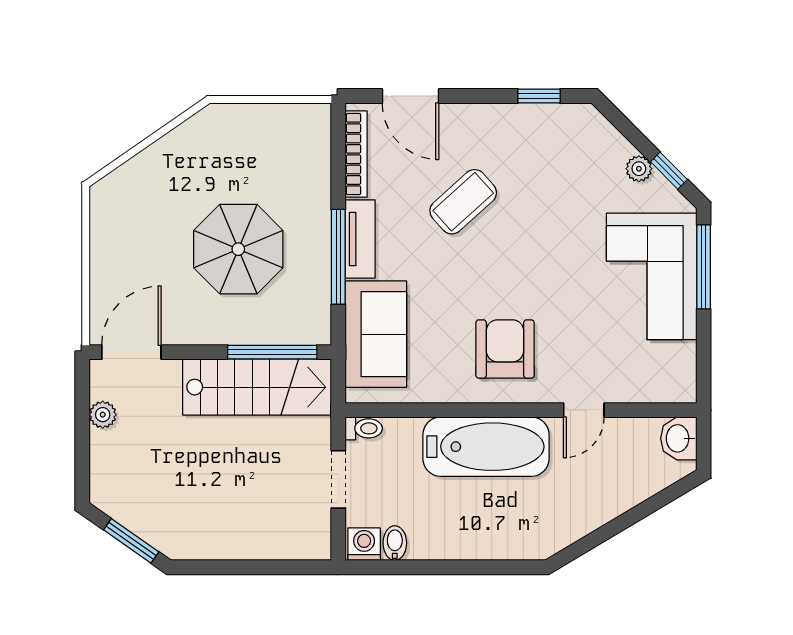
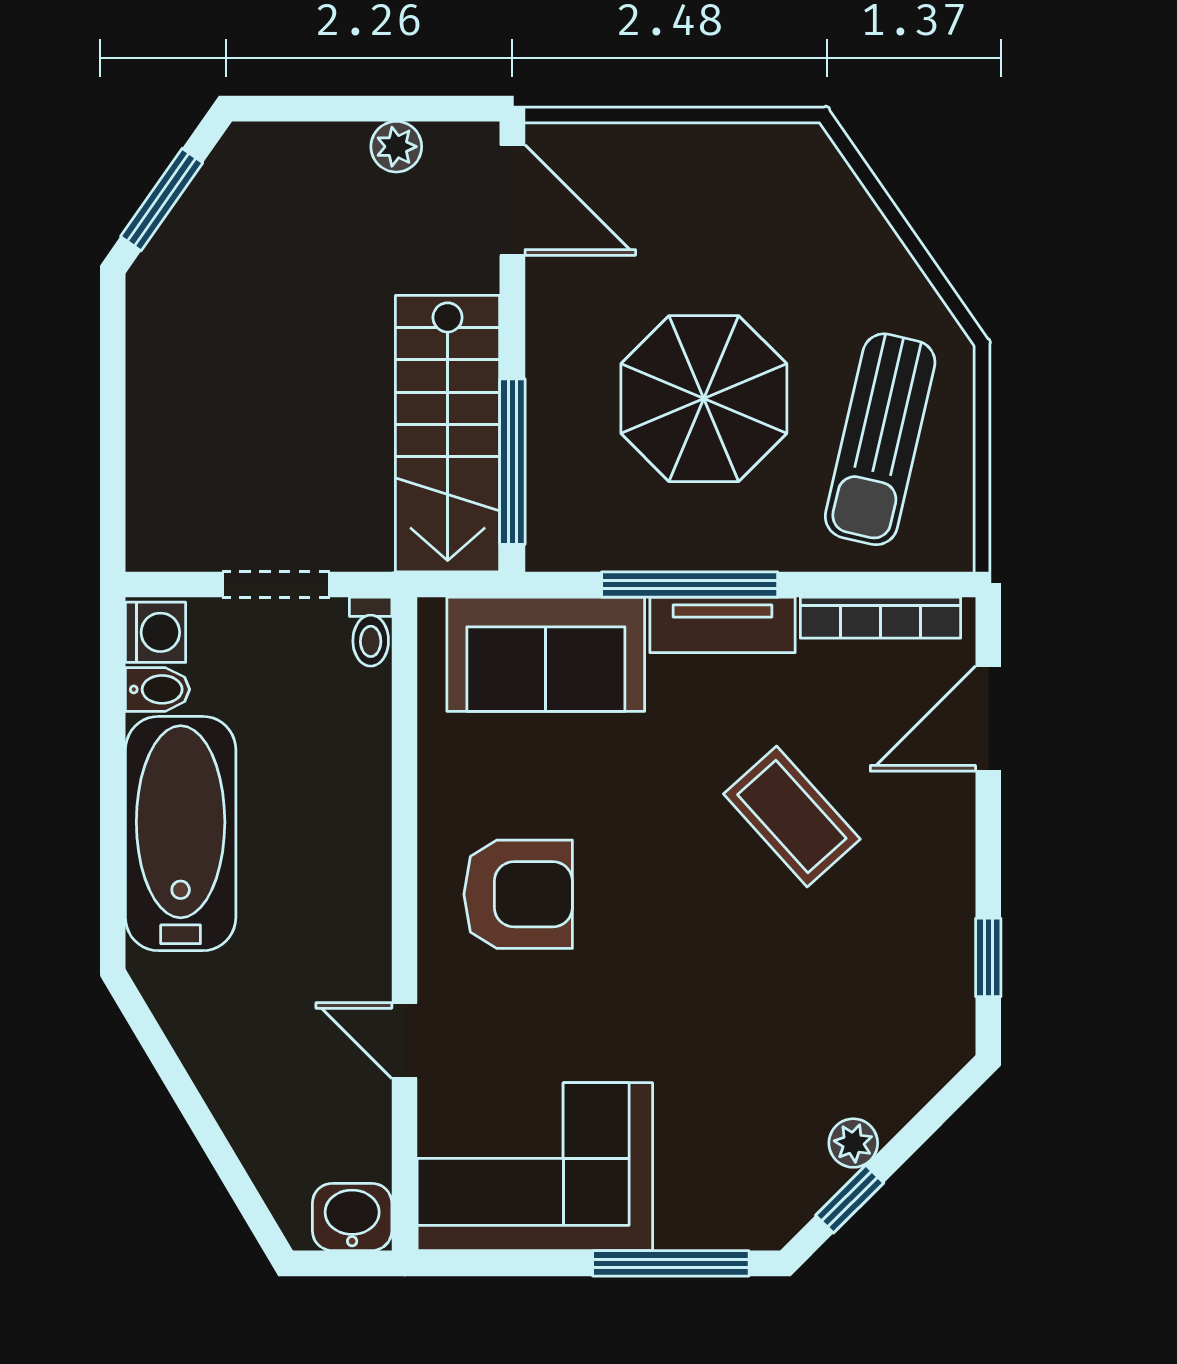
sun lounger: (260, 154) -> (880, 439), added
corner sofa: (652, 276) -> (535, 1167), moved
bathtub: (486, 447) -> (181, 834), moved, turned 180

